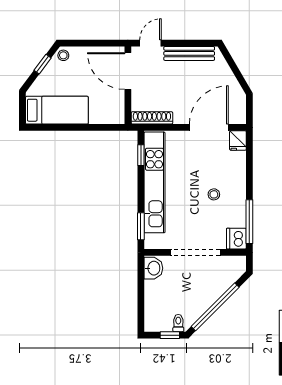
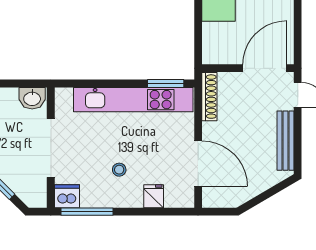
fridge: (238, 141) -> (154, 196), moved, turned 90
window: (141, 155) -> (166, 83), width x1.50
window: (141, 226) -> (82, 83), removed

